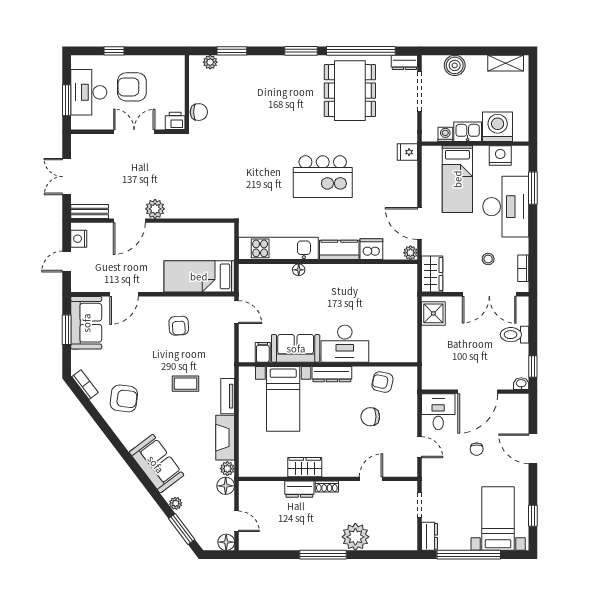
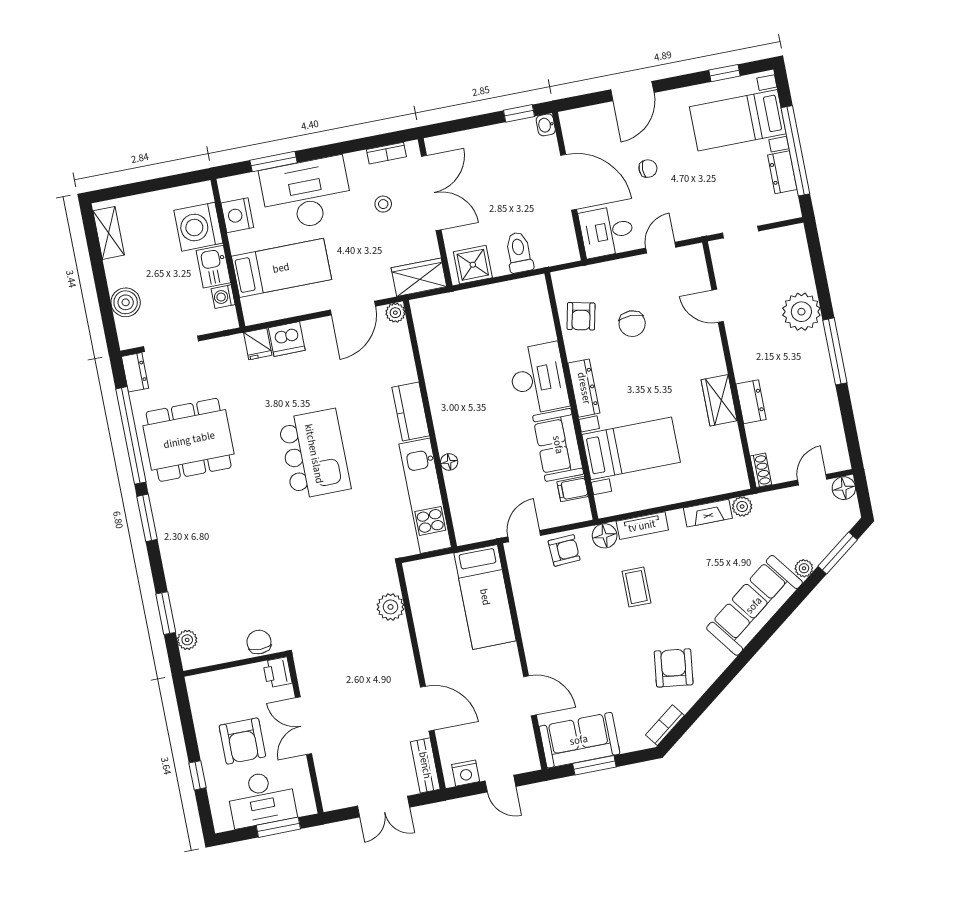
plant: (155, 209) -> (391, 607), moved
dishwasher: (371, 249) -> (287, 339), moved, turned -90
armchair: (179, 326) -> (564, 550), moved
toilet: (515, 335) -> (519, 252), moved, turned 180
fireplace: (225, 438) -> (708, 513), width x0.73, depth x0.76
sofa: (156, 464) -> (754, 605), width x1.36
floor lamp: (226, 486) -> (605, 536), moved
shoe rack: (327, 487) -> (761, 470), moved
dresser: (429, 536) -> (782, 172), moved, turned -90

